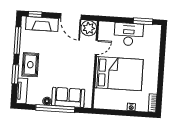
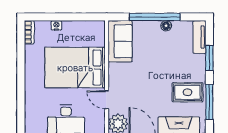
door: (96, 47) -> (107, 100), hinge flipped
rug: (30, 65) -> (188, 92), moved, turned 90
sofa: (68, 97) -> (120, 41), moved, turned -90

